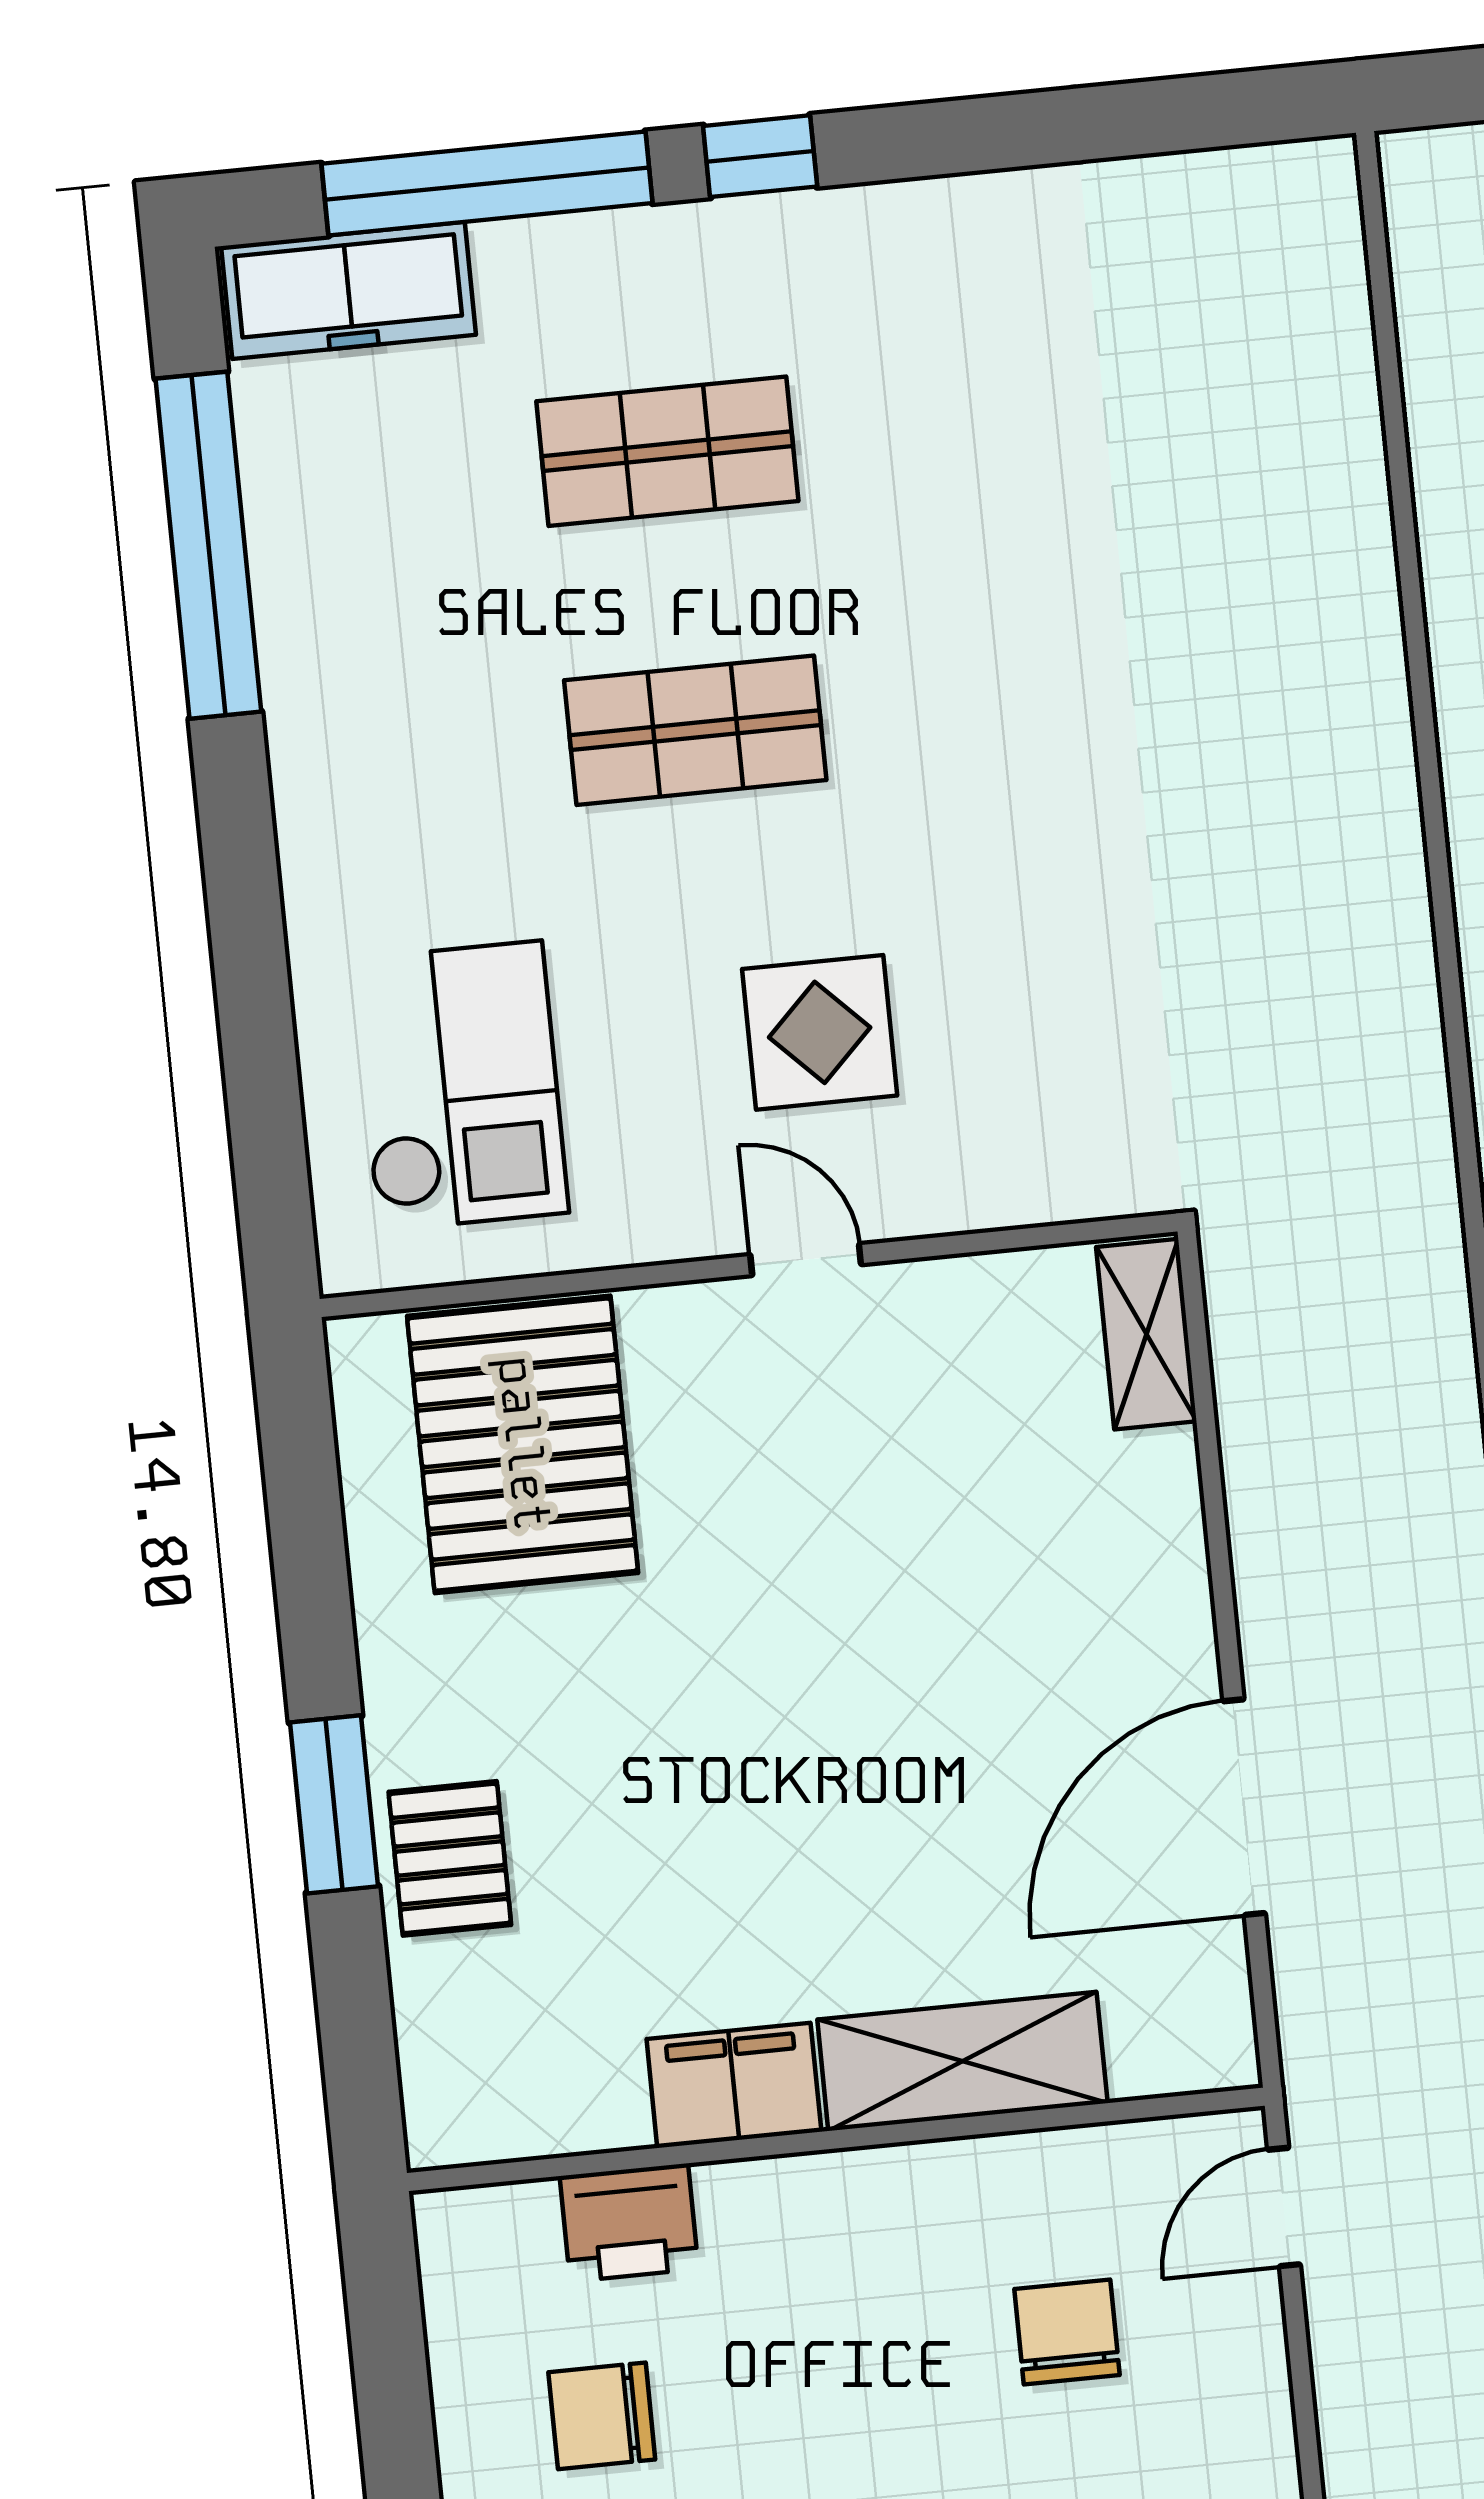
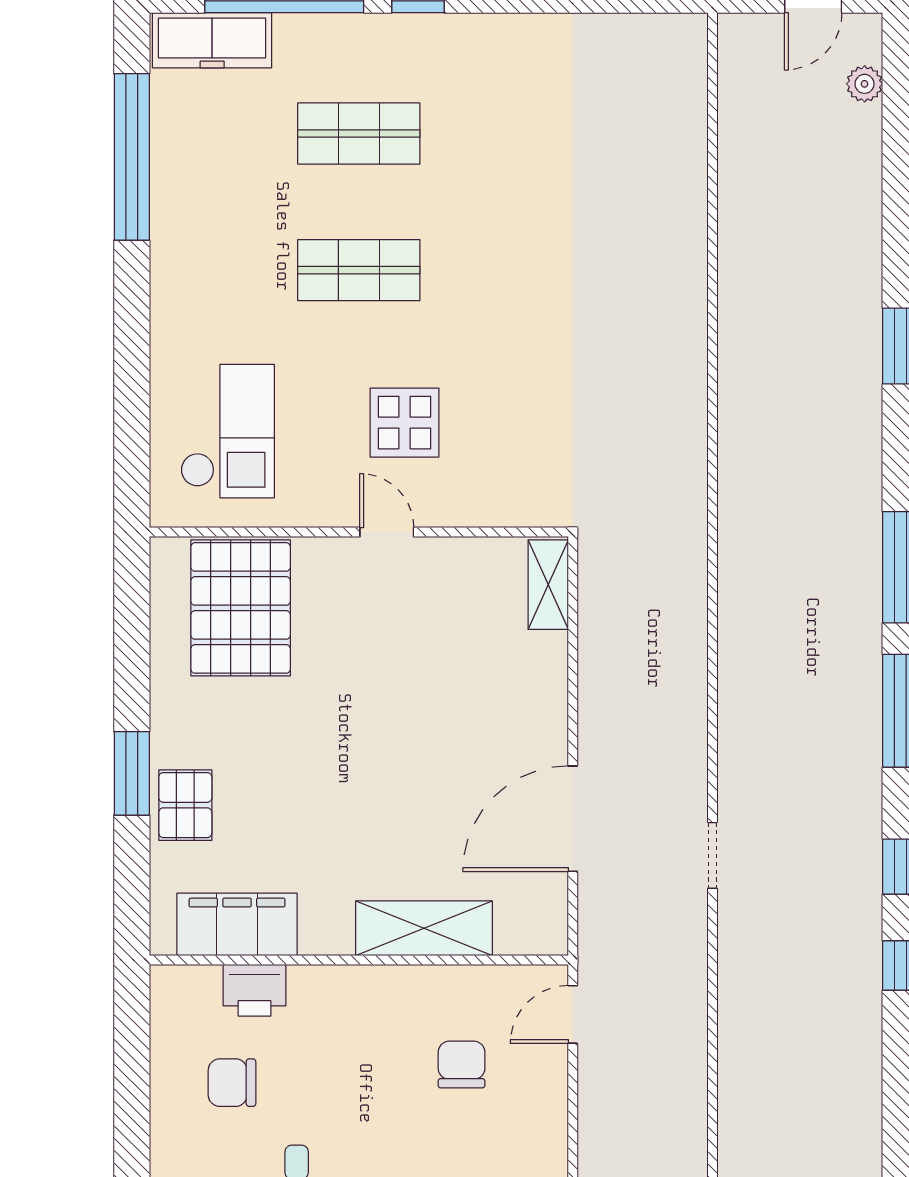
filing cabinet: (734, 2085) -> (237, 924), moved, width x1.50, depth x1.17

